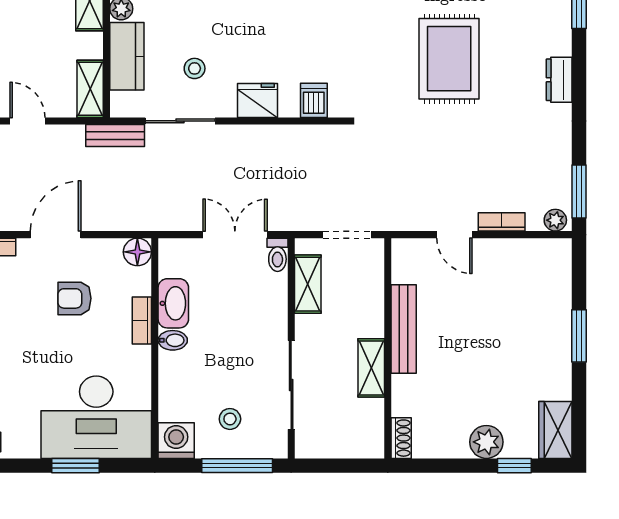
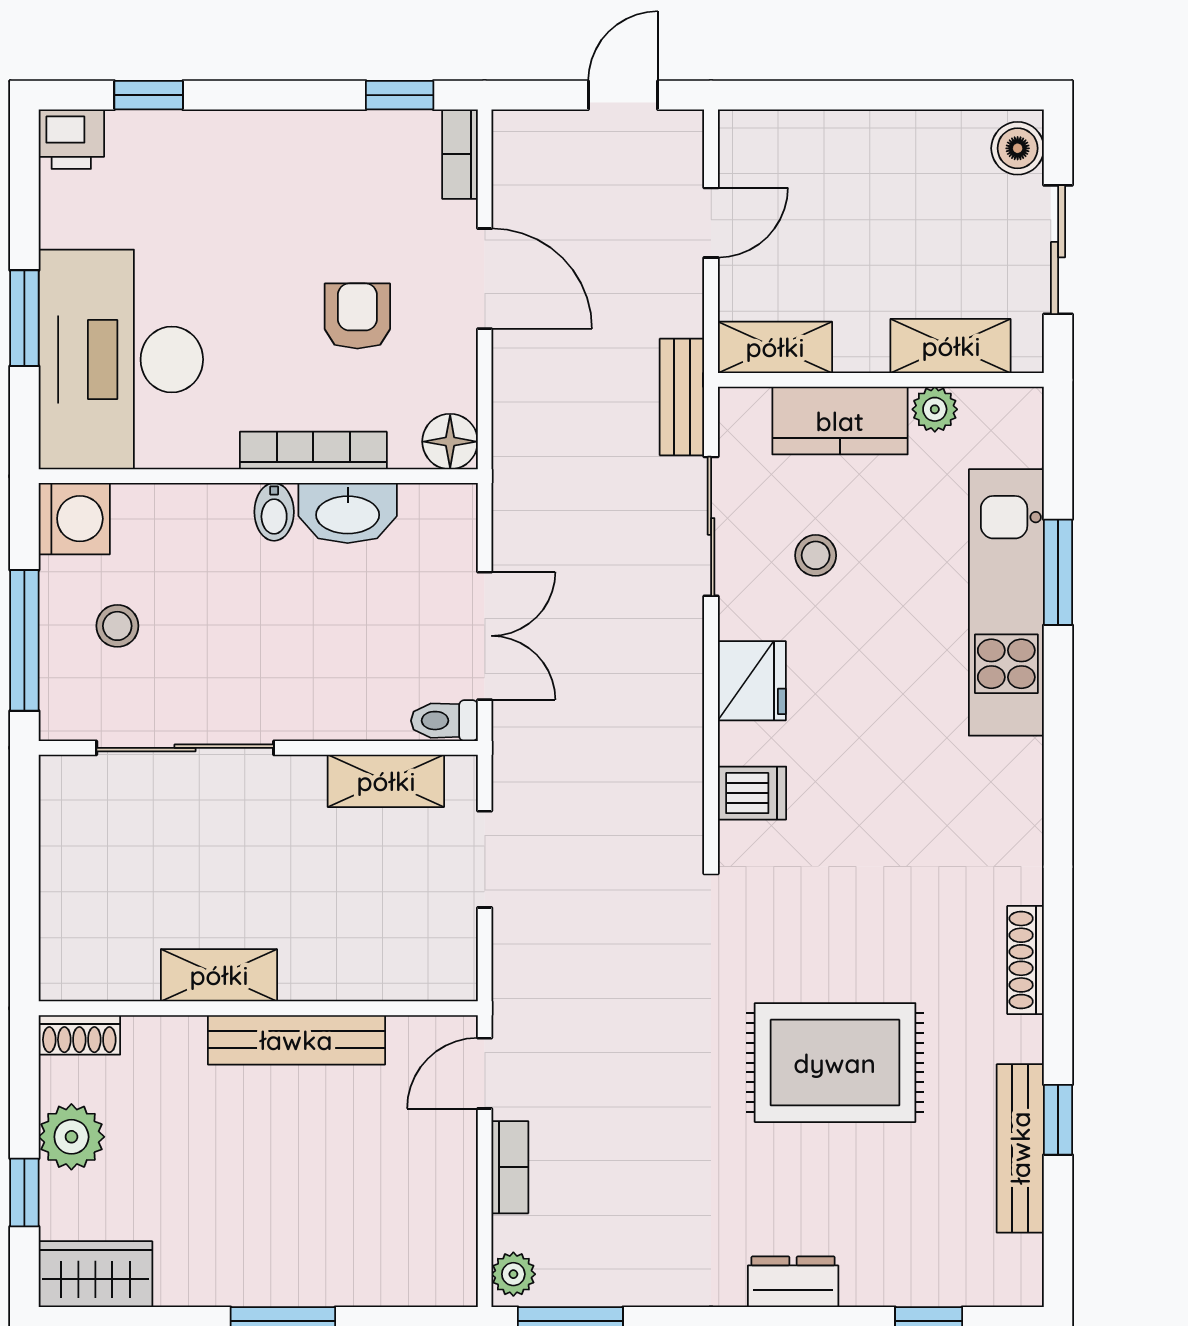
bookcase: (142, 321) -> (313, 451), width x1.56
bench: (404, 329) -> (296, 1040), moved
wall: (388, 348) -> (258, 1008), moved
shelving: (371, 368) -> (219, 975), moved
shoe rack: (401, 438) -> (79, 1035), moved

